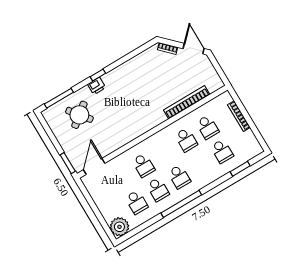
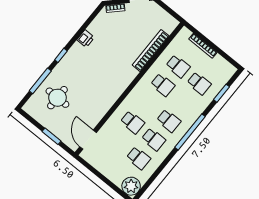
printer: (97, 86) -> (86, 39), moved
window: (59, 98) -> (40, 81), moved
round table: (79, 115) -> (57, 98), turned 38
window: (68, 163) -> (51, 136), moved
window: (181, 204) -> (190, 132), moved

